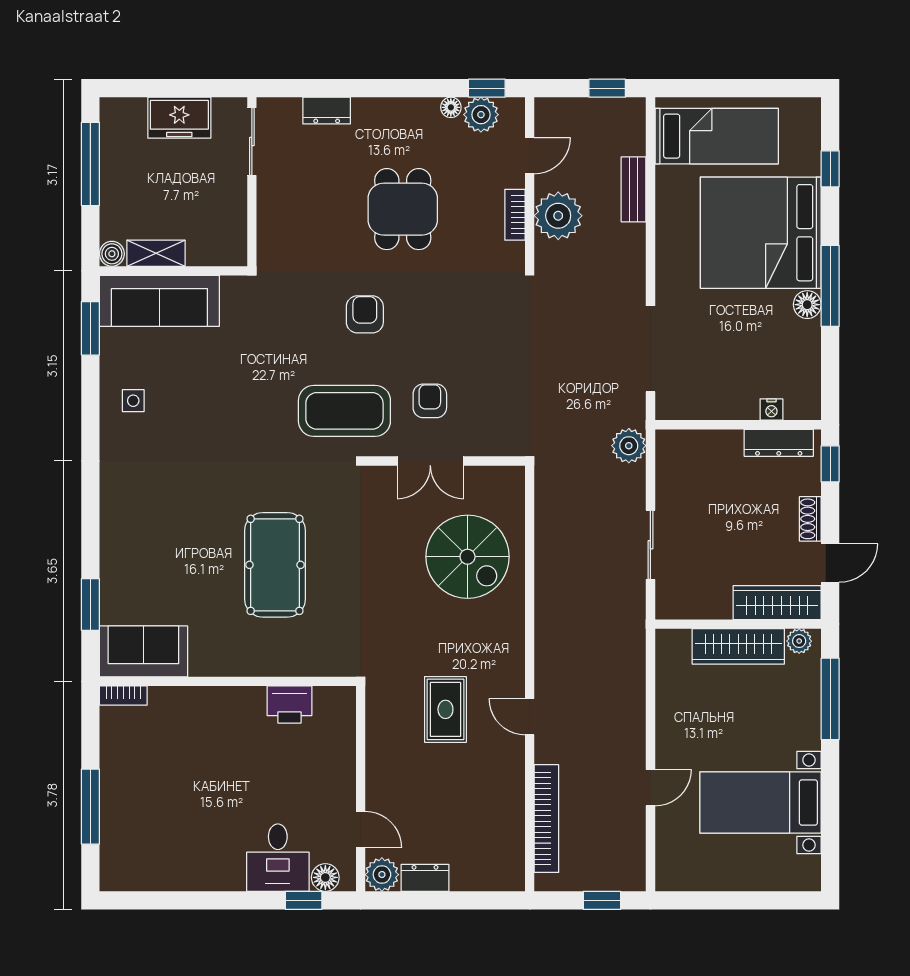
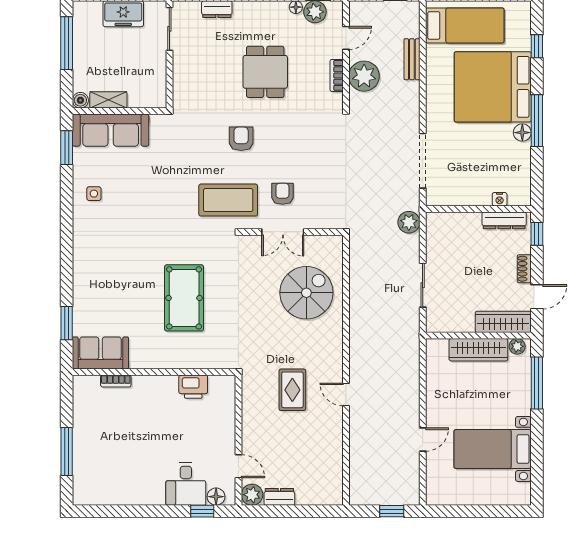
spiral stairs: (468, 557) -> (306, 293), turned -90
bookcase: (123, 696) -> (116, 381), moved
bookcase: (546, 819) -> (357, 459), removed

